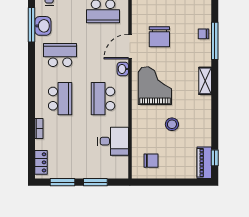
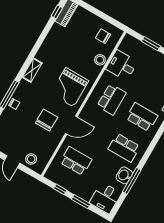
washbasin: (123, 69) -> (85, 112), removed
school desk: (60, 99) -> (142, 117), turned 90
stool: (172, 124) -> (100, 60), moved

